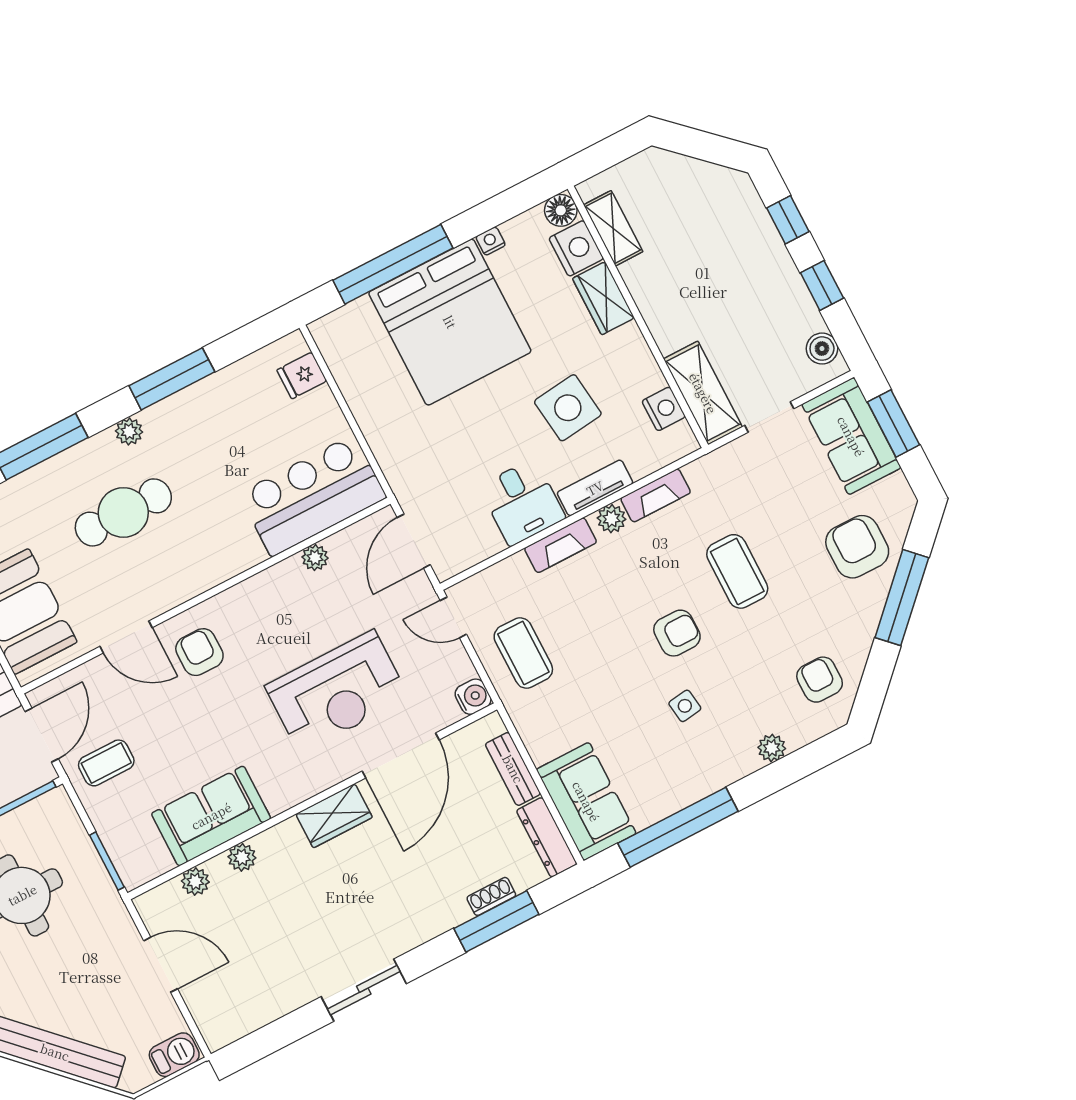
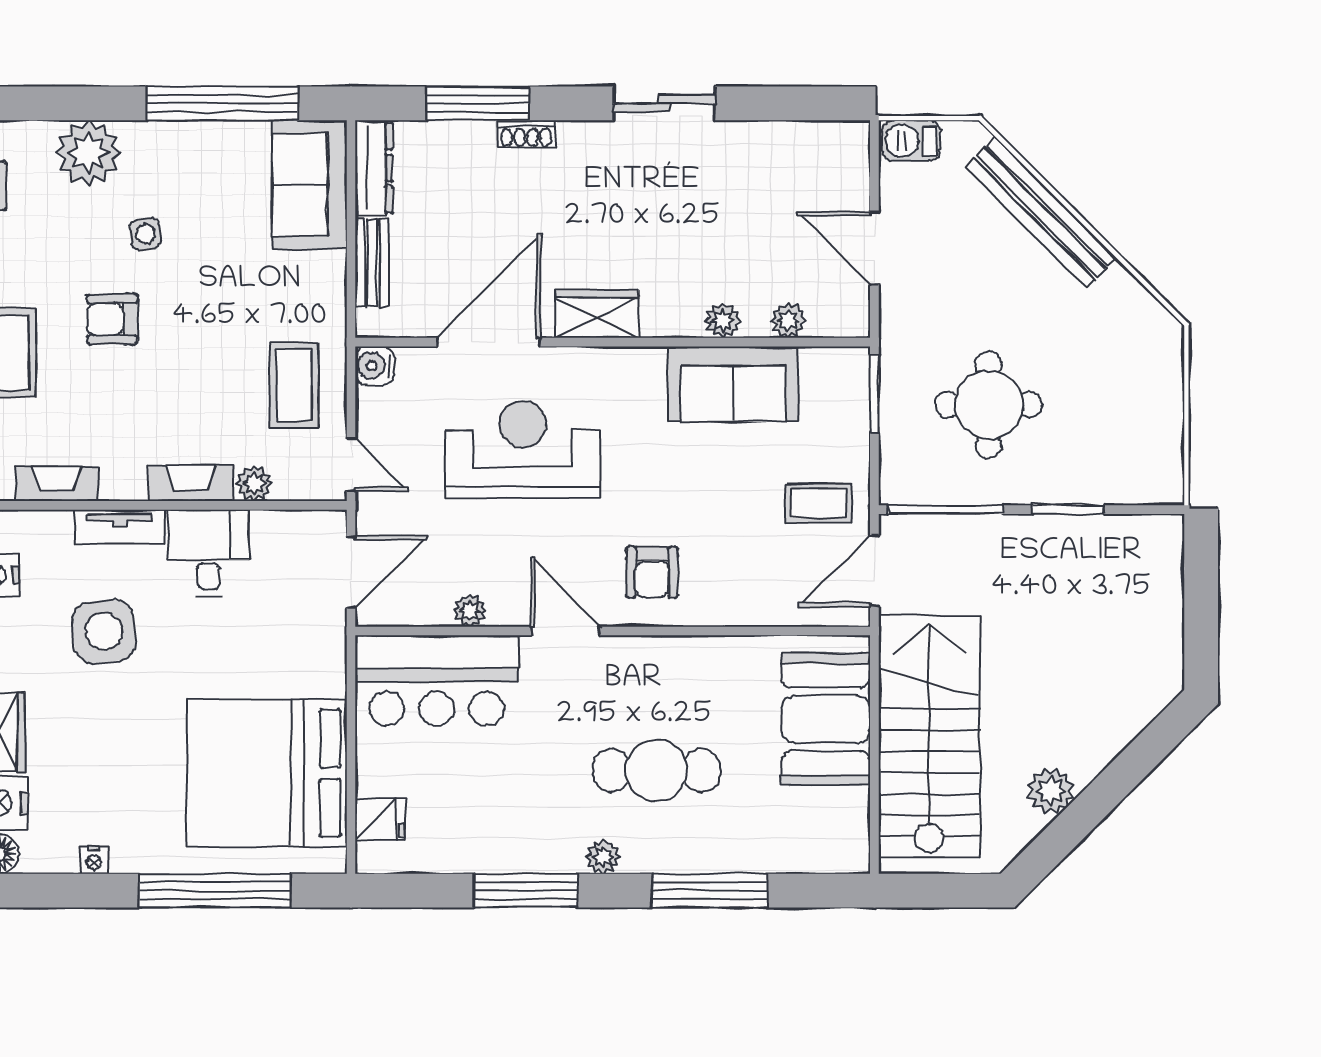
bed: (450, 322) -> (267, 773), moved, turned -90
plant: (611, 519) -> (254, 483), moved
door: (126, 637) -> (566, 631), moved
plant: (772, 748) -> (89, 153), width x1.88, depth x1.88
shoe rack: (491, 896) -> (526, 134), moved

